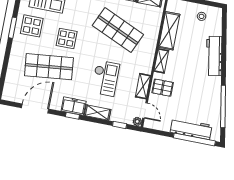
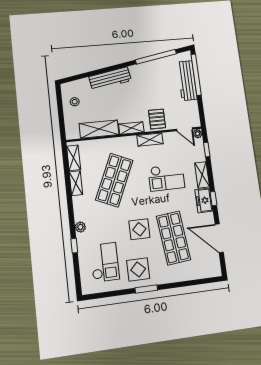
checkout: (105, 78) -> (166, 178), turned 180
shelving: (143, 86) -> (150, 140), moved
door: (145, 110) -> (185, 129), swing flipped

